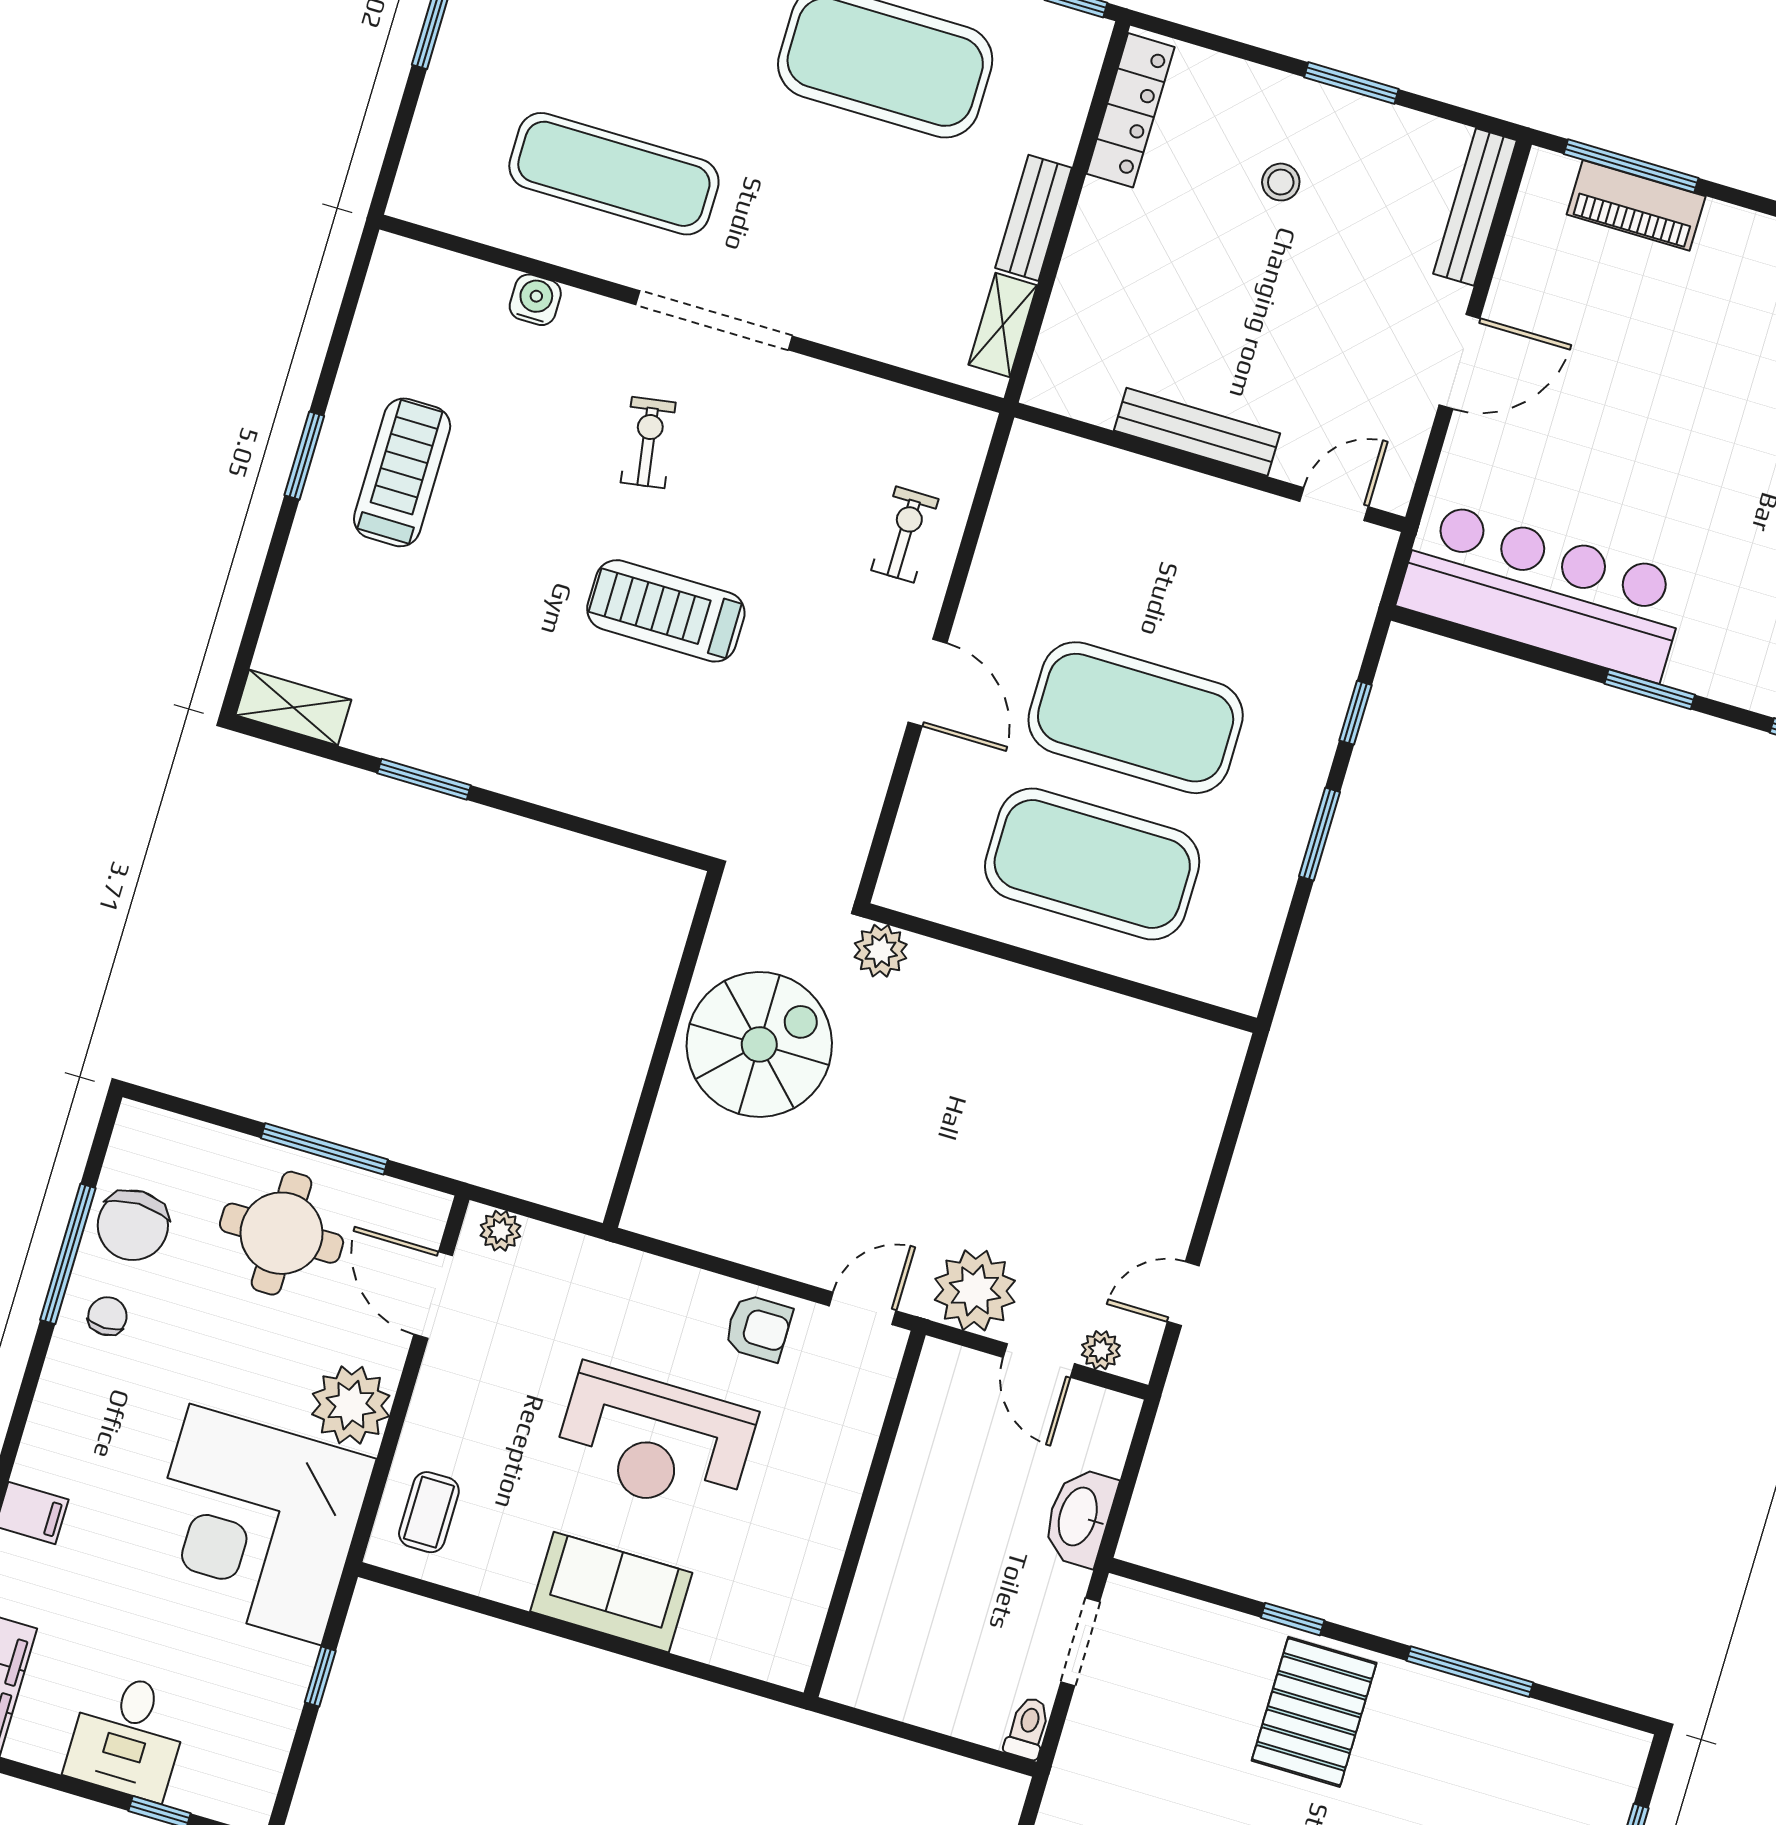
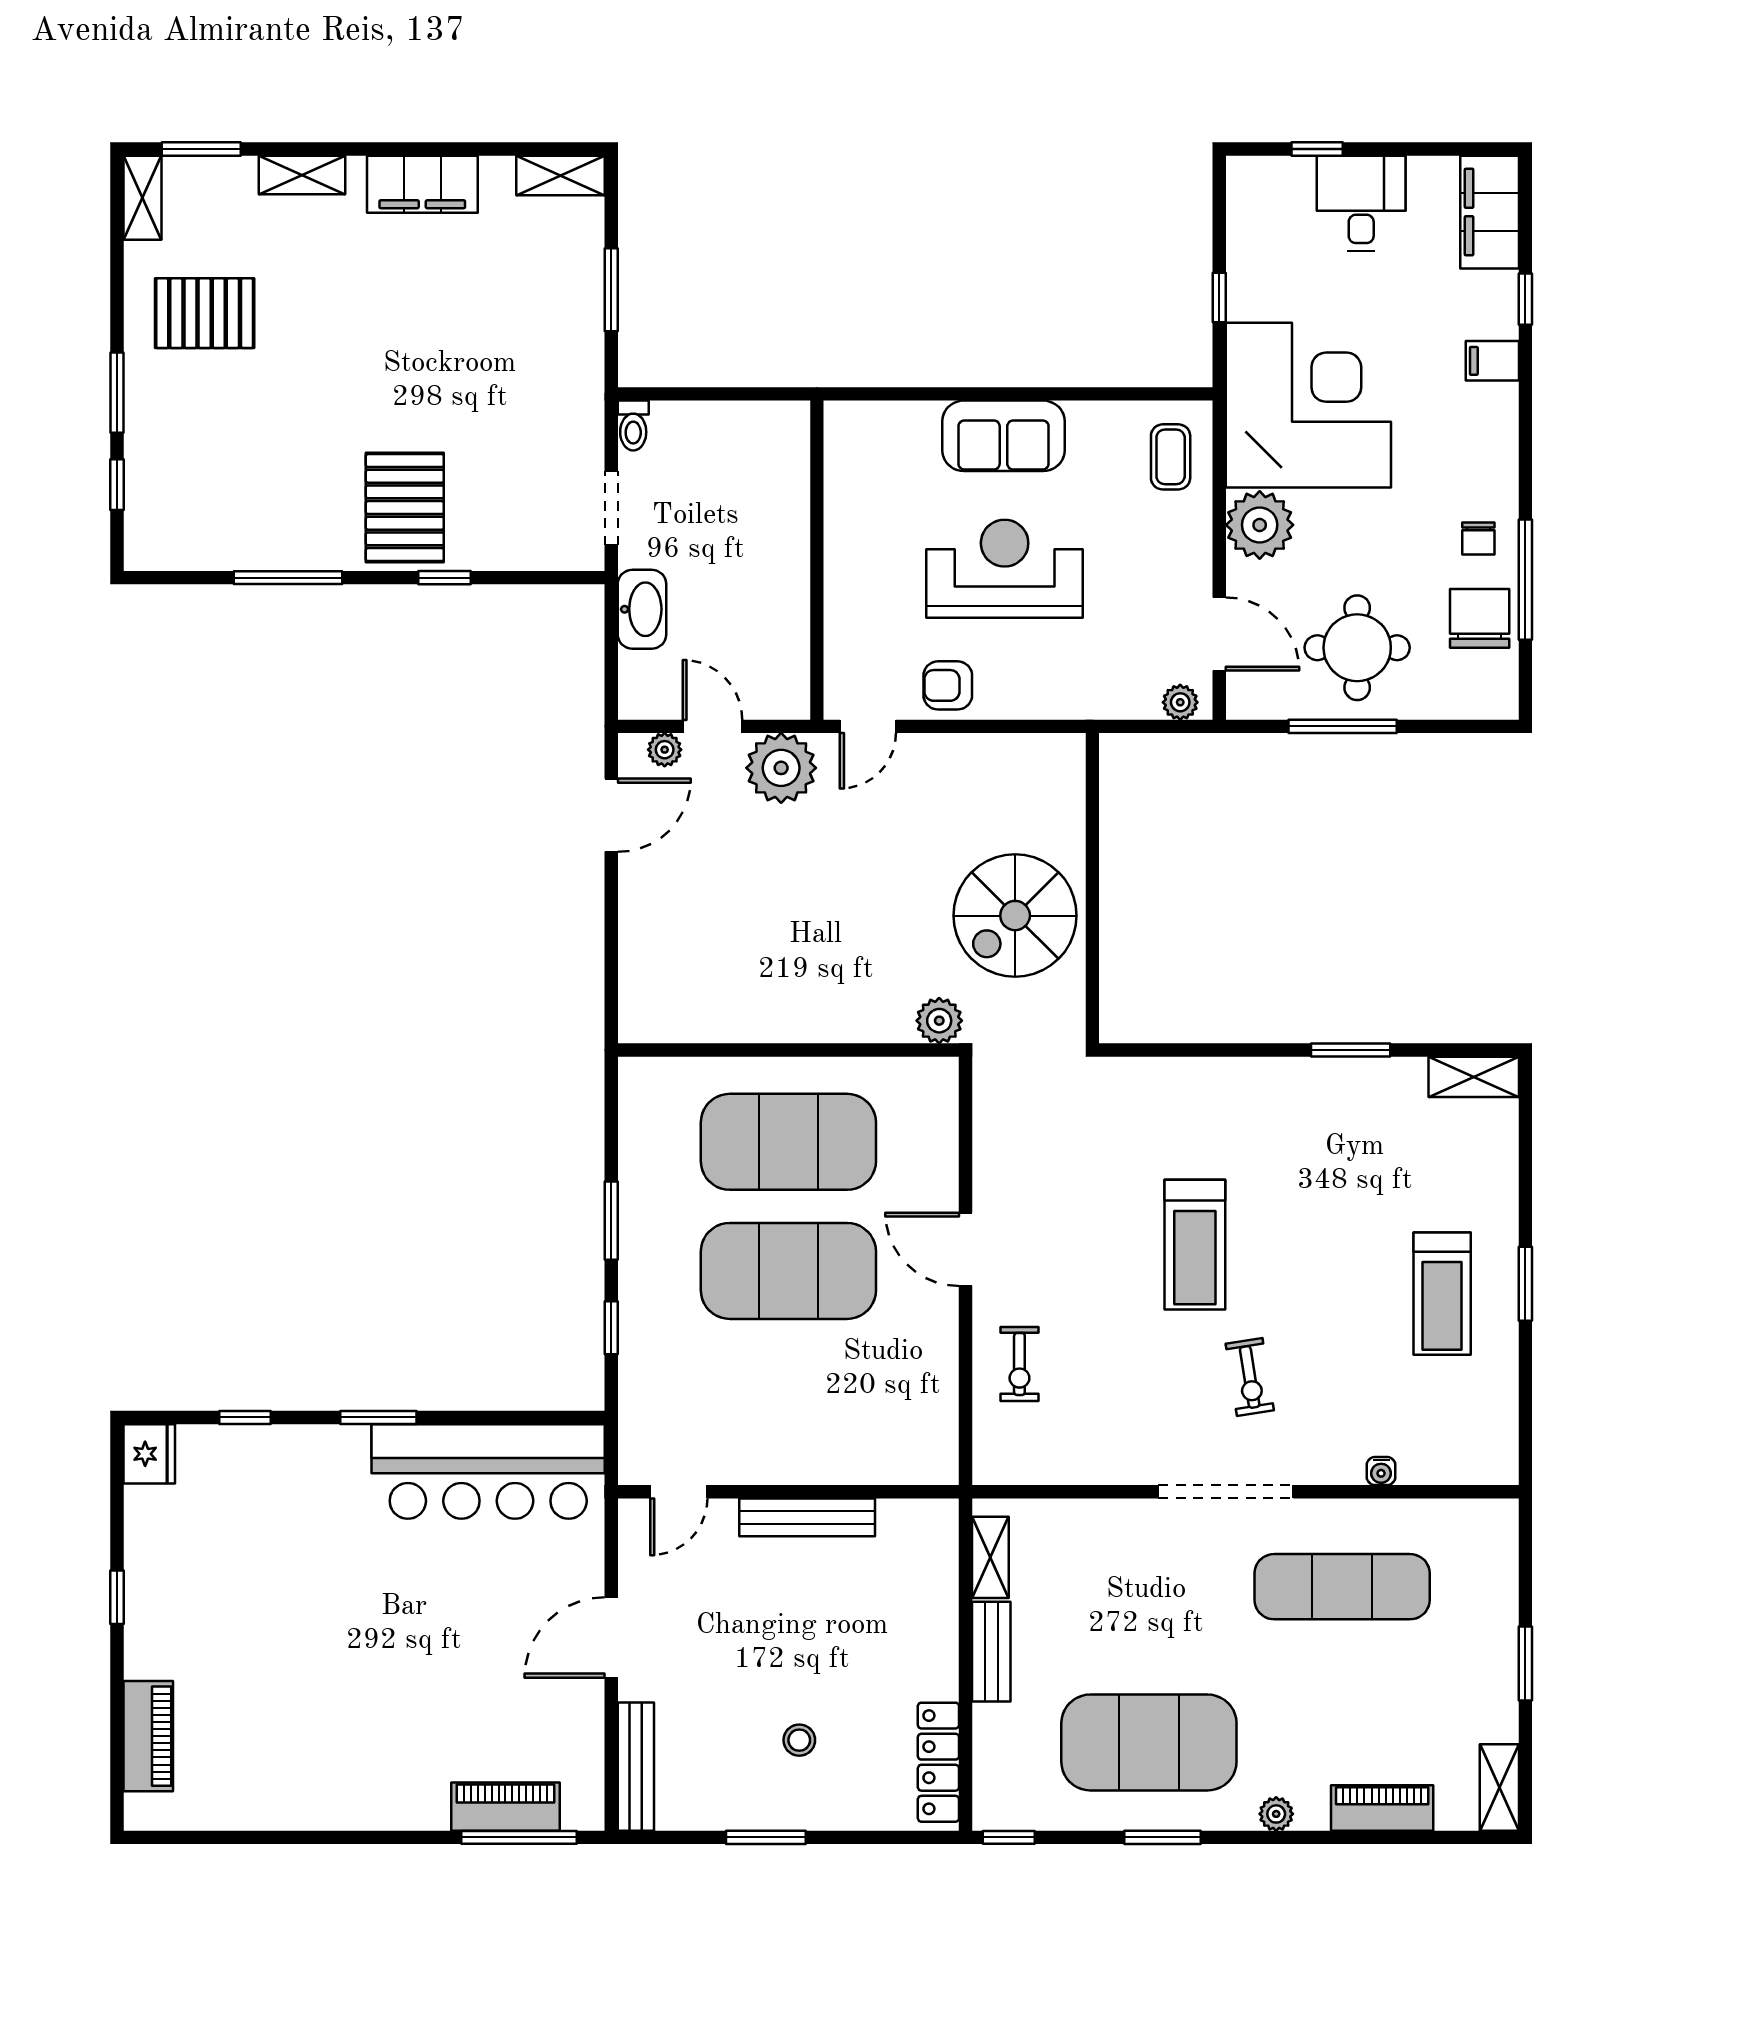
water cooler: (535, 300) -> (1381, 1471), width x0.72, depth x0.72
treadmill: (666, 611) -> (1195, 1245), turned 90
door: (1183, 1294) -> (611, 815), width x1.38

